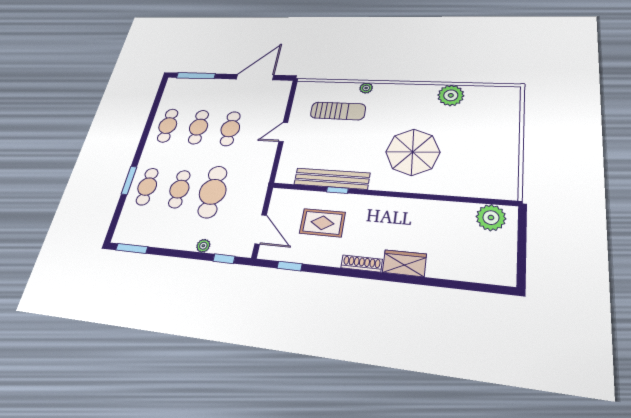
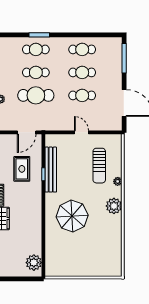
plant: (451, 95) -> (114, 206), moved
door: (261, 229) -> (27, 132), moved

